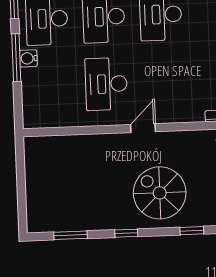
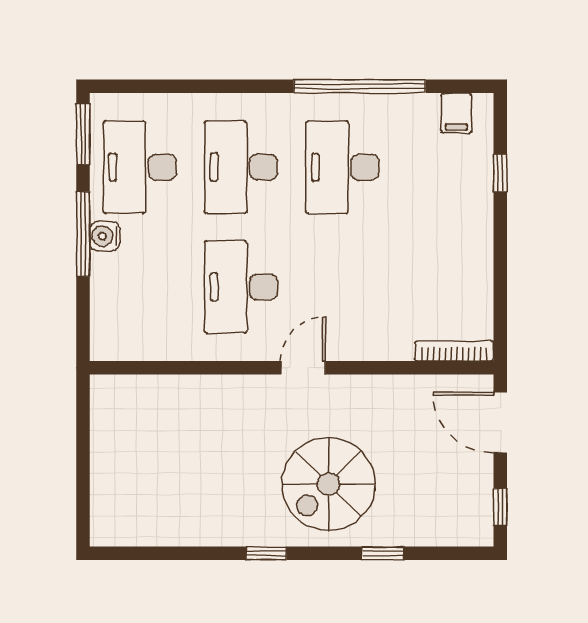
spiral stairs: (160, 193) -> (328, 484), turned -90
window: (70, 235) -> (167, 553), removed

